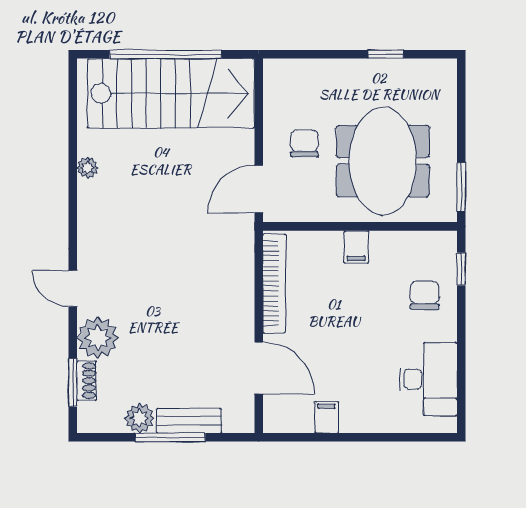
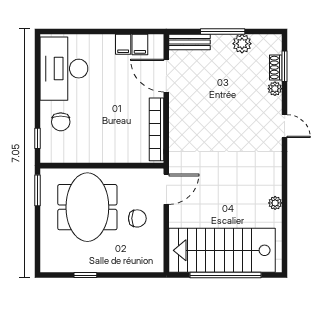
chair: (304, 143) -> (137, 218), turned -90
filing cabinet: (356, 247) -> (140, 45), moved, turned 180
plant: (98, 338) -> (275, 89), width x0.53, depth x0.53
desk: (428, 379) -> (64, 69), width x1.36, depth x1.30
bench: (189, 421) -> (190, 42), moved

